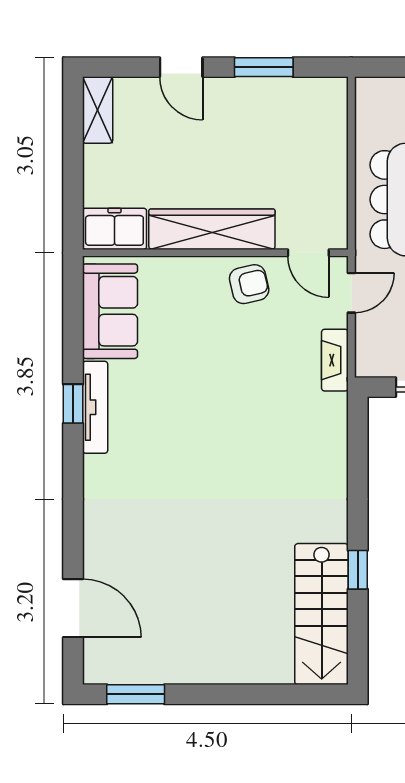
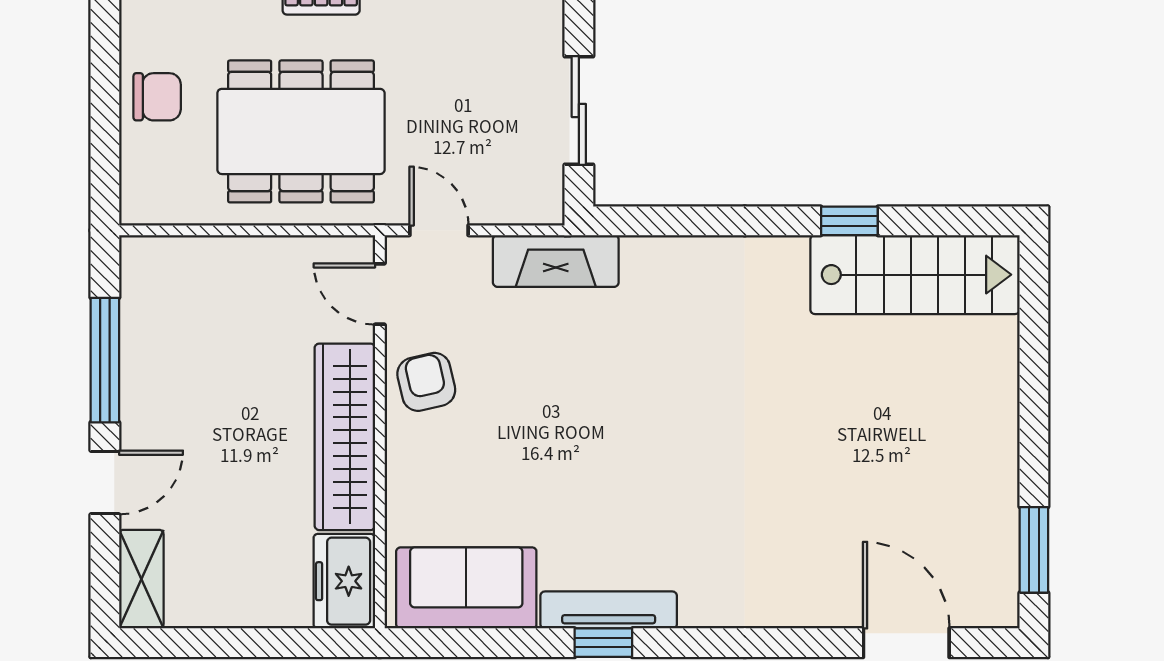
window: (264, 67) -> (105, 360), width x1.44
shelving: (98, 110) -> (141, 579), moved, turned 90
door: (308, 253) -> (380, 294), swing flipped
fireplace: (335, 360) -> (556, 261), width x1.37, depth x1.32
door: (73, 608) -> (906, 643), hinge flipped

